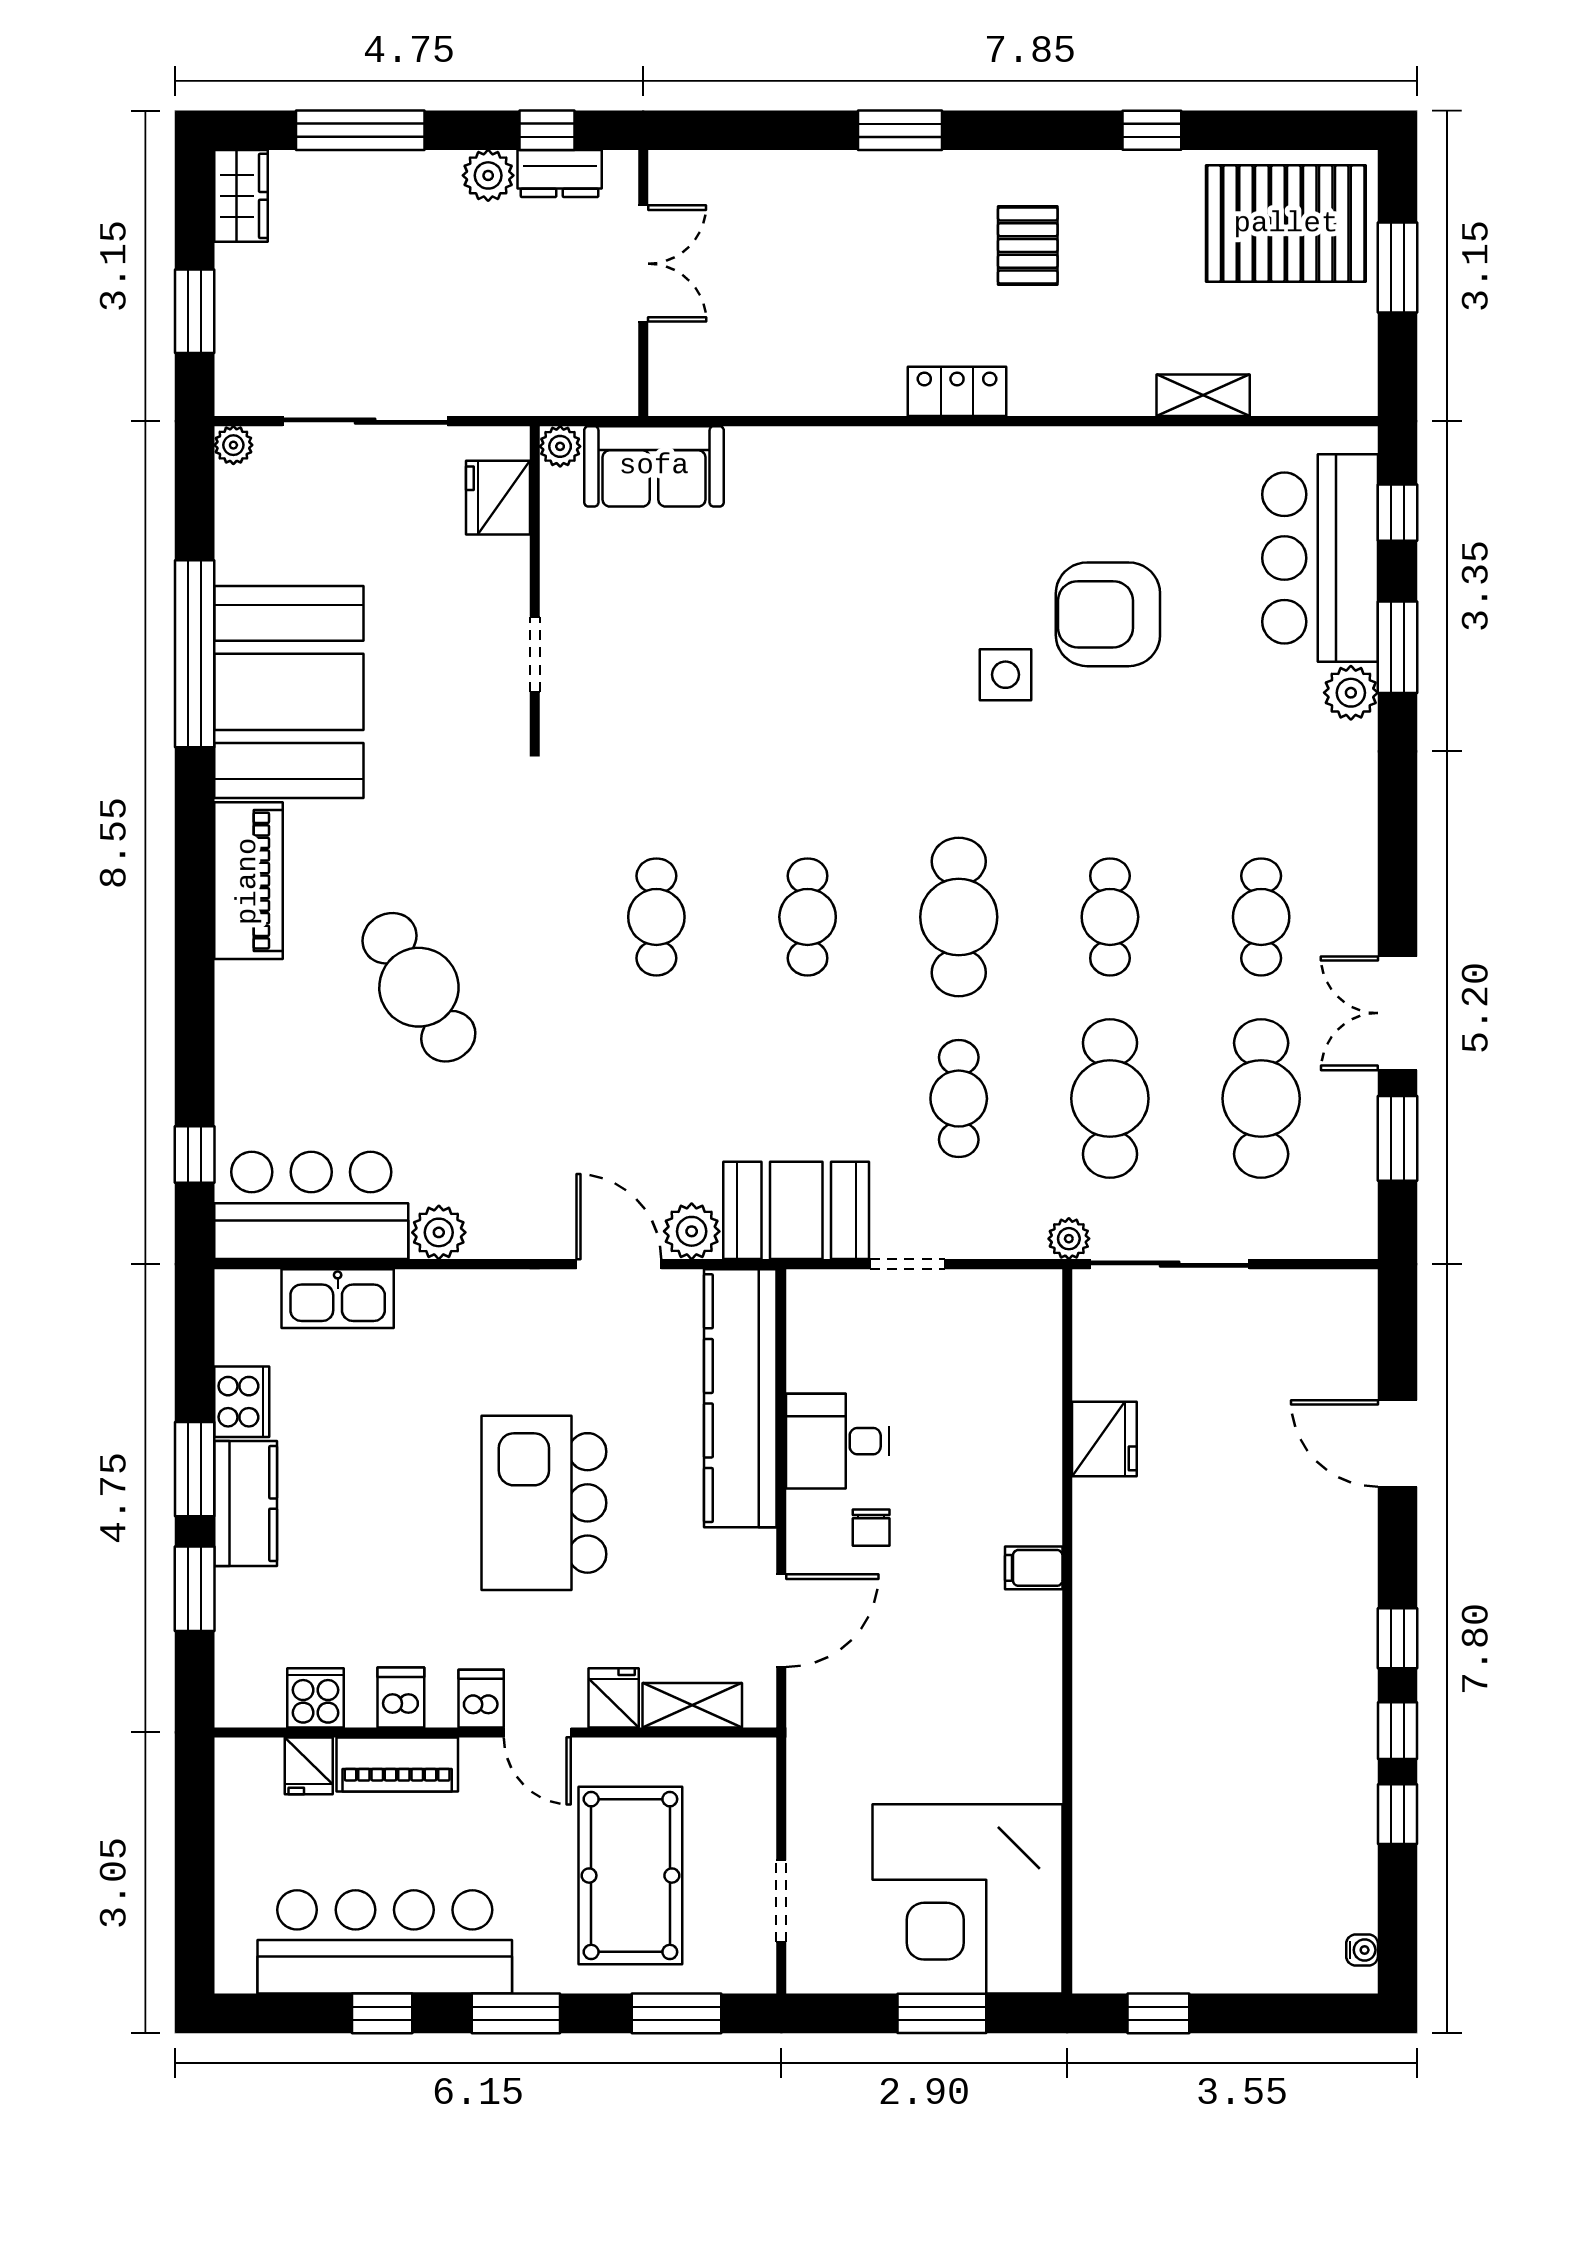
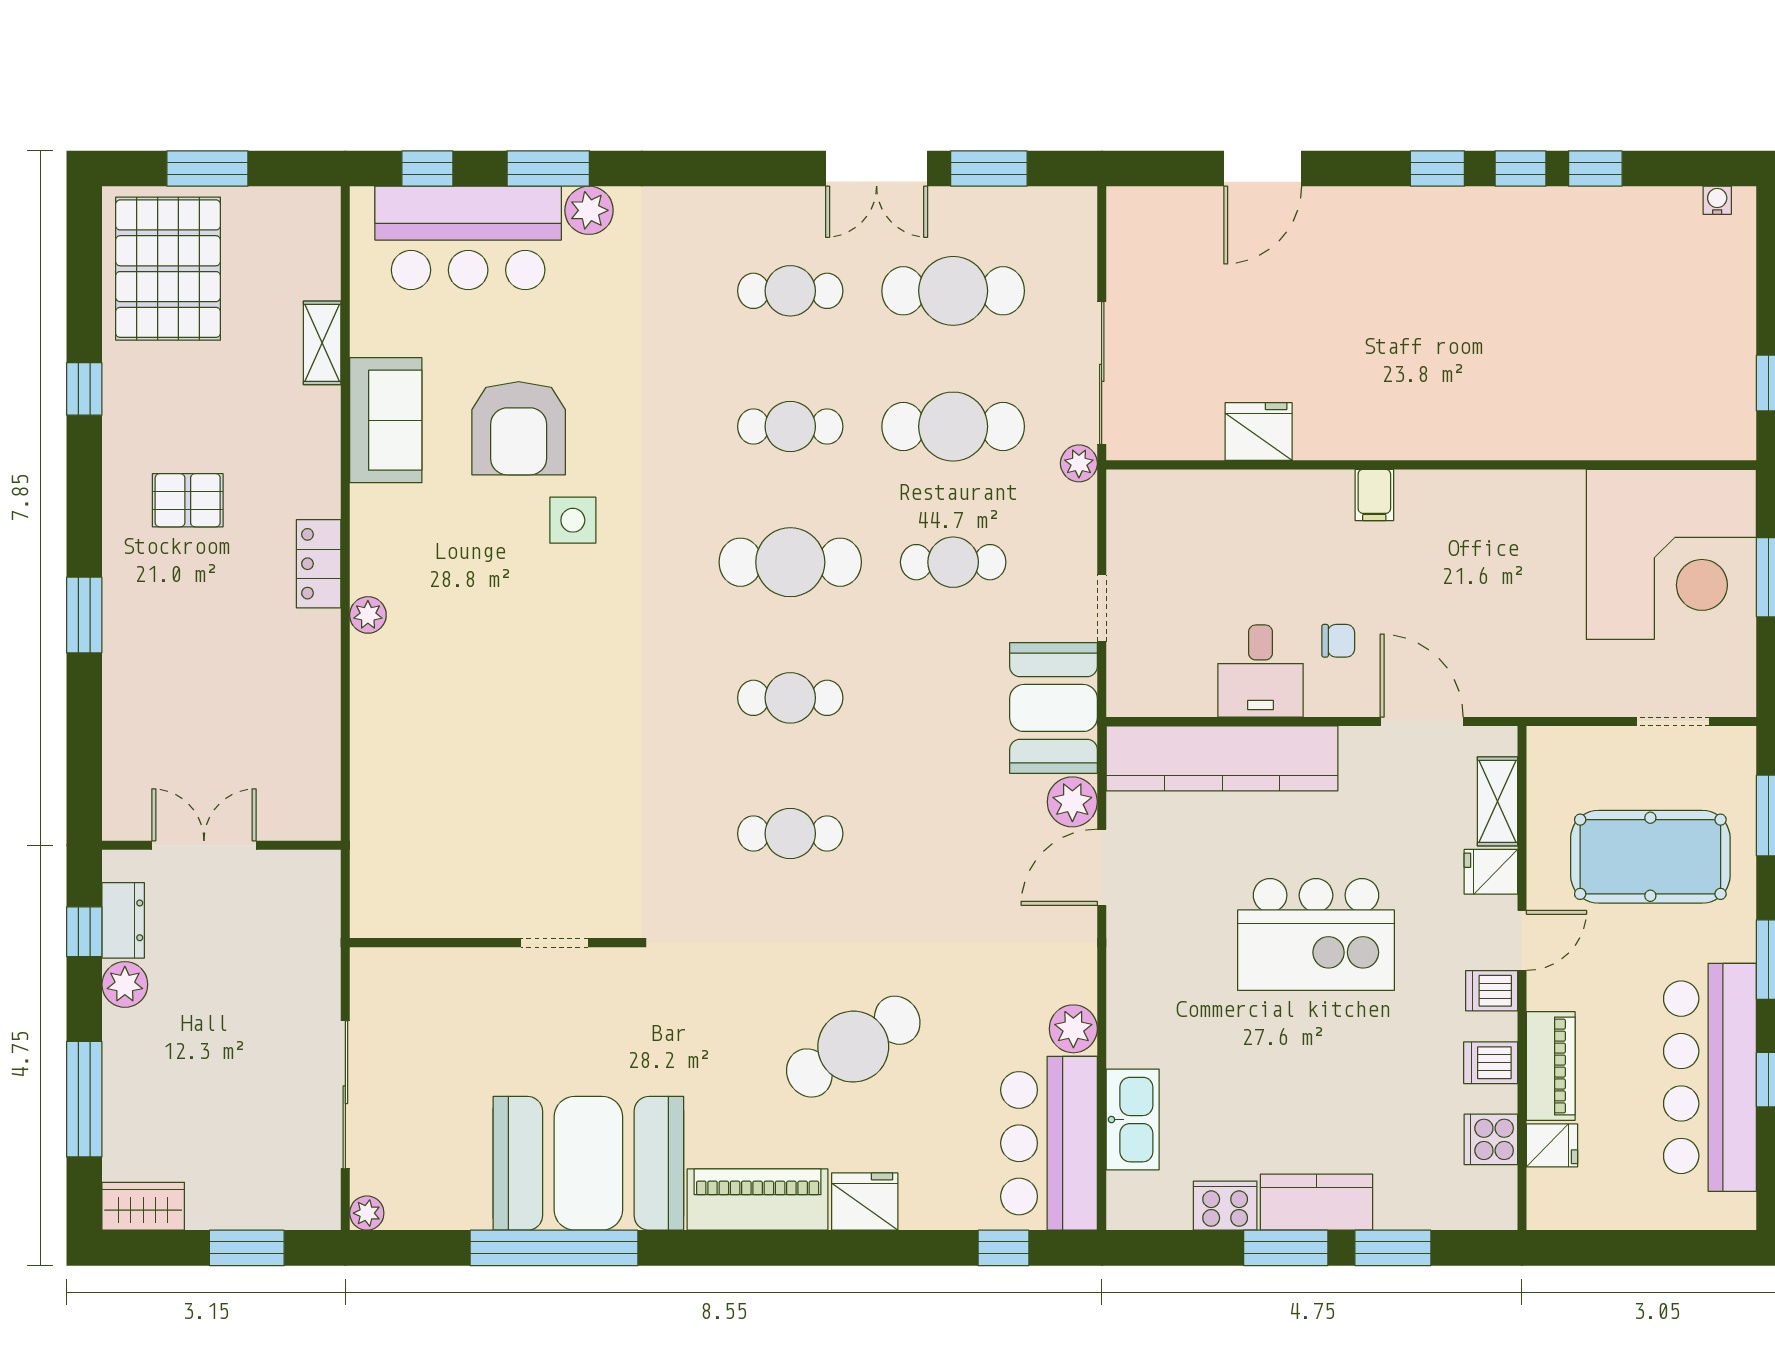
plant: (560, 446) -> (368, 615), moved
sofa: (654, 466) -> (386, 420), moved
fridge: (498, 498) -> (865, 1202), moved, turned 180

